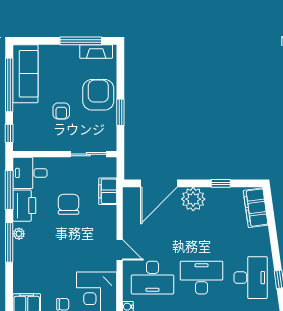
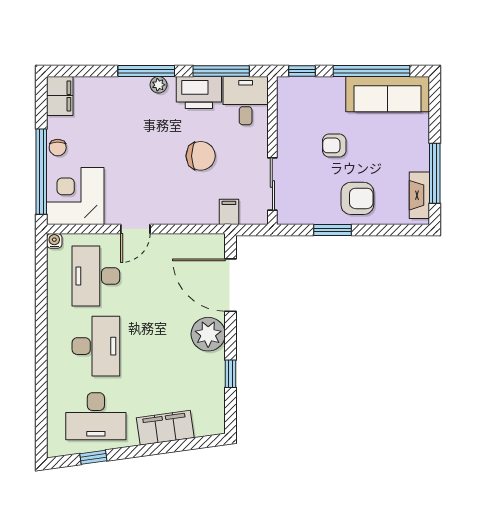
armchair: (98, 95) -> (357, 198), width x0.73, depth x0.73
filing cabinet: (108, 191) -> (229, 212), width x0.50
filing cabinet: (256, 208) -> (165, 428), moved

